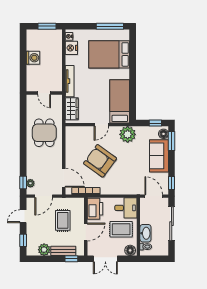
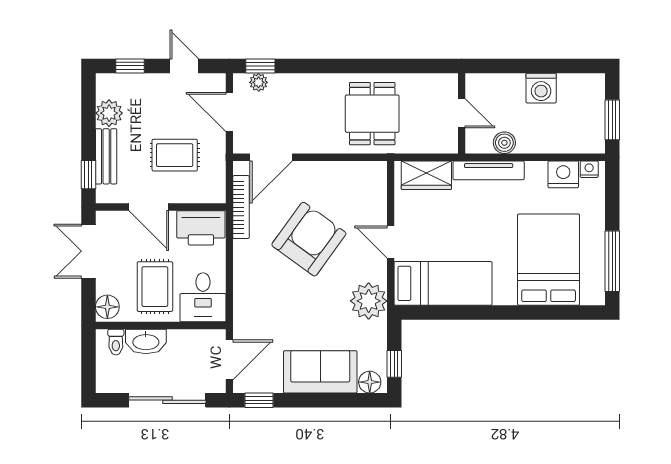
boiler: (57, 74) -> (504, 143), added
door: (44, 93) -> (462, 113), swing flipped
dining table: (44, 133) -> (372, 114), turned 90
window: (172, 141) -> (354, 400), removed

